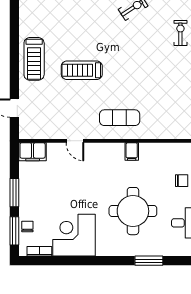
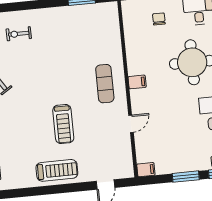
filing cabinet: (33, 152) -> (146, 170), width x0.50
filing cabinet: (132, 152) -> (137, 82), moved

